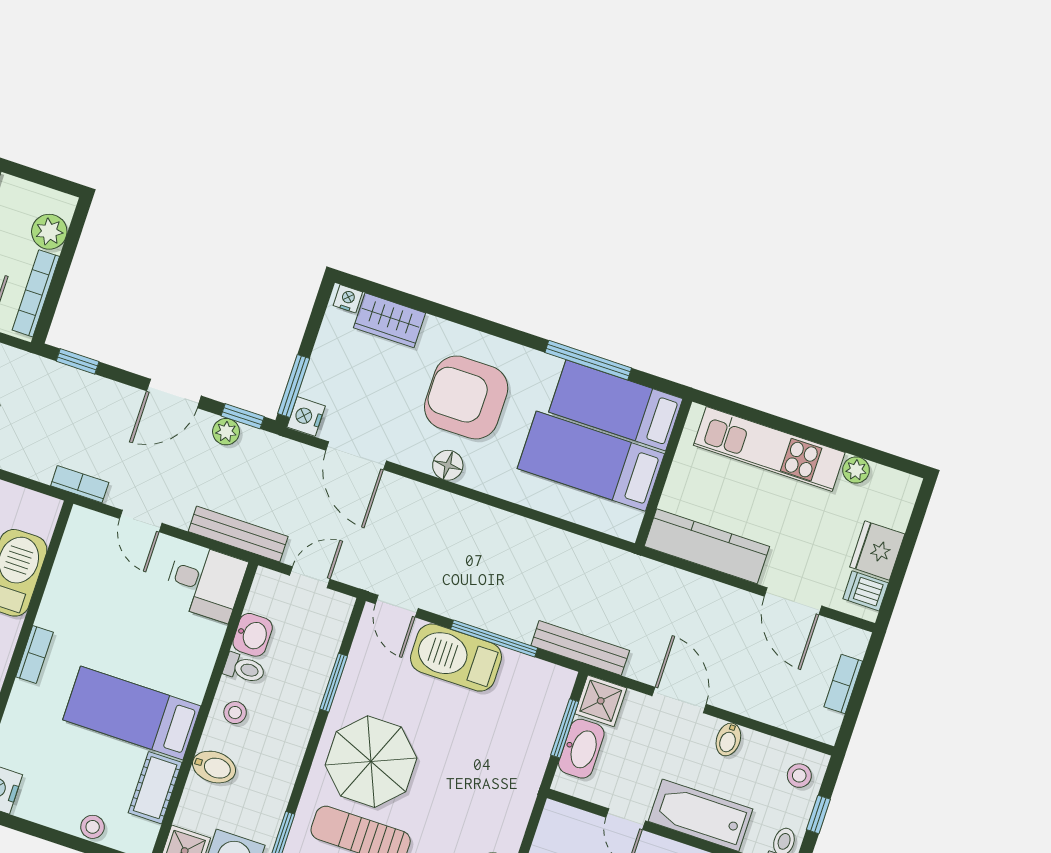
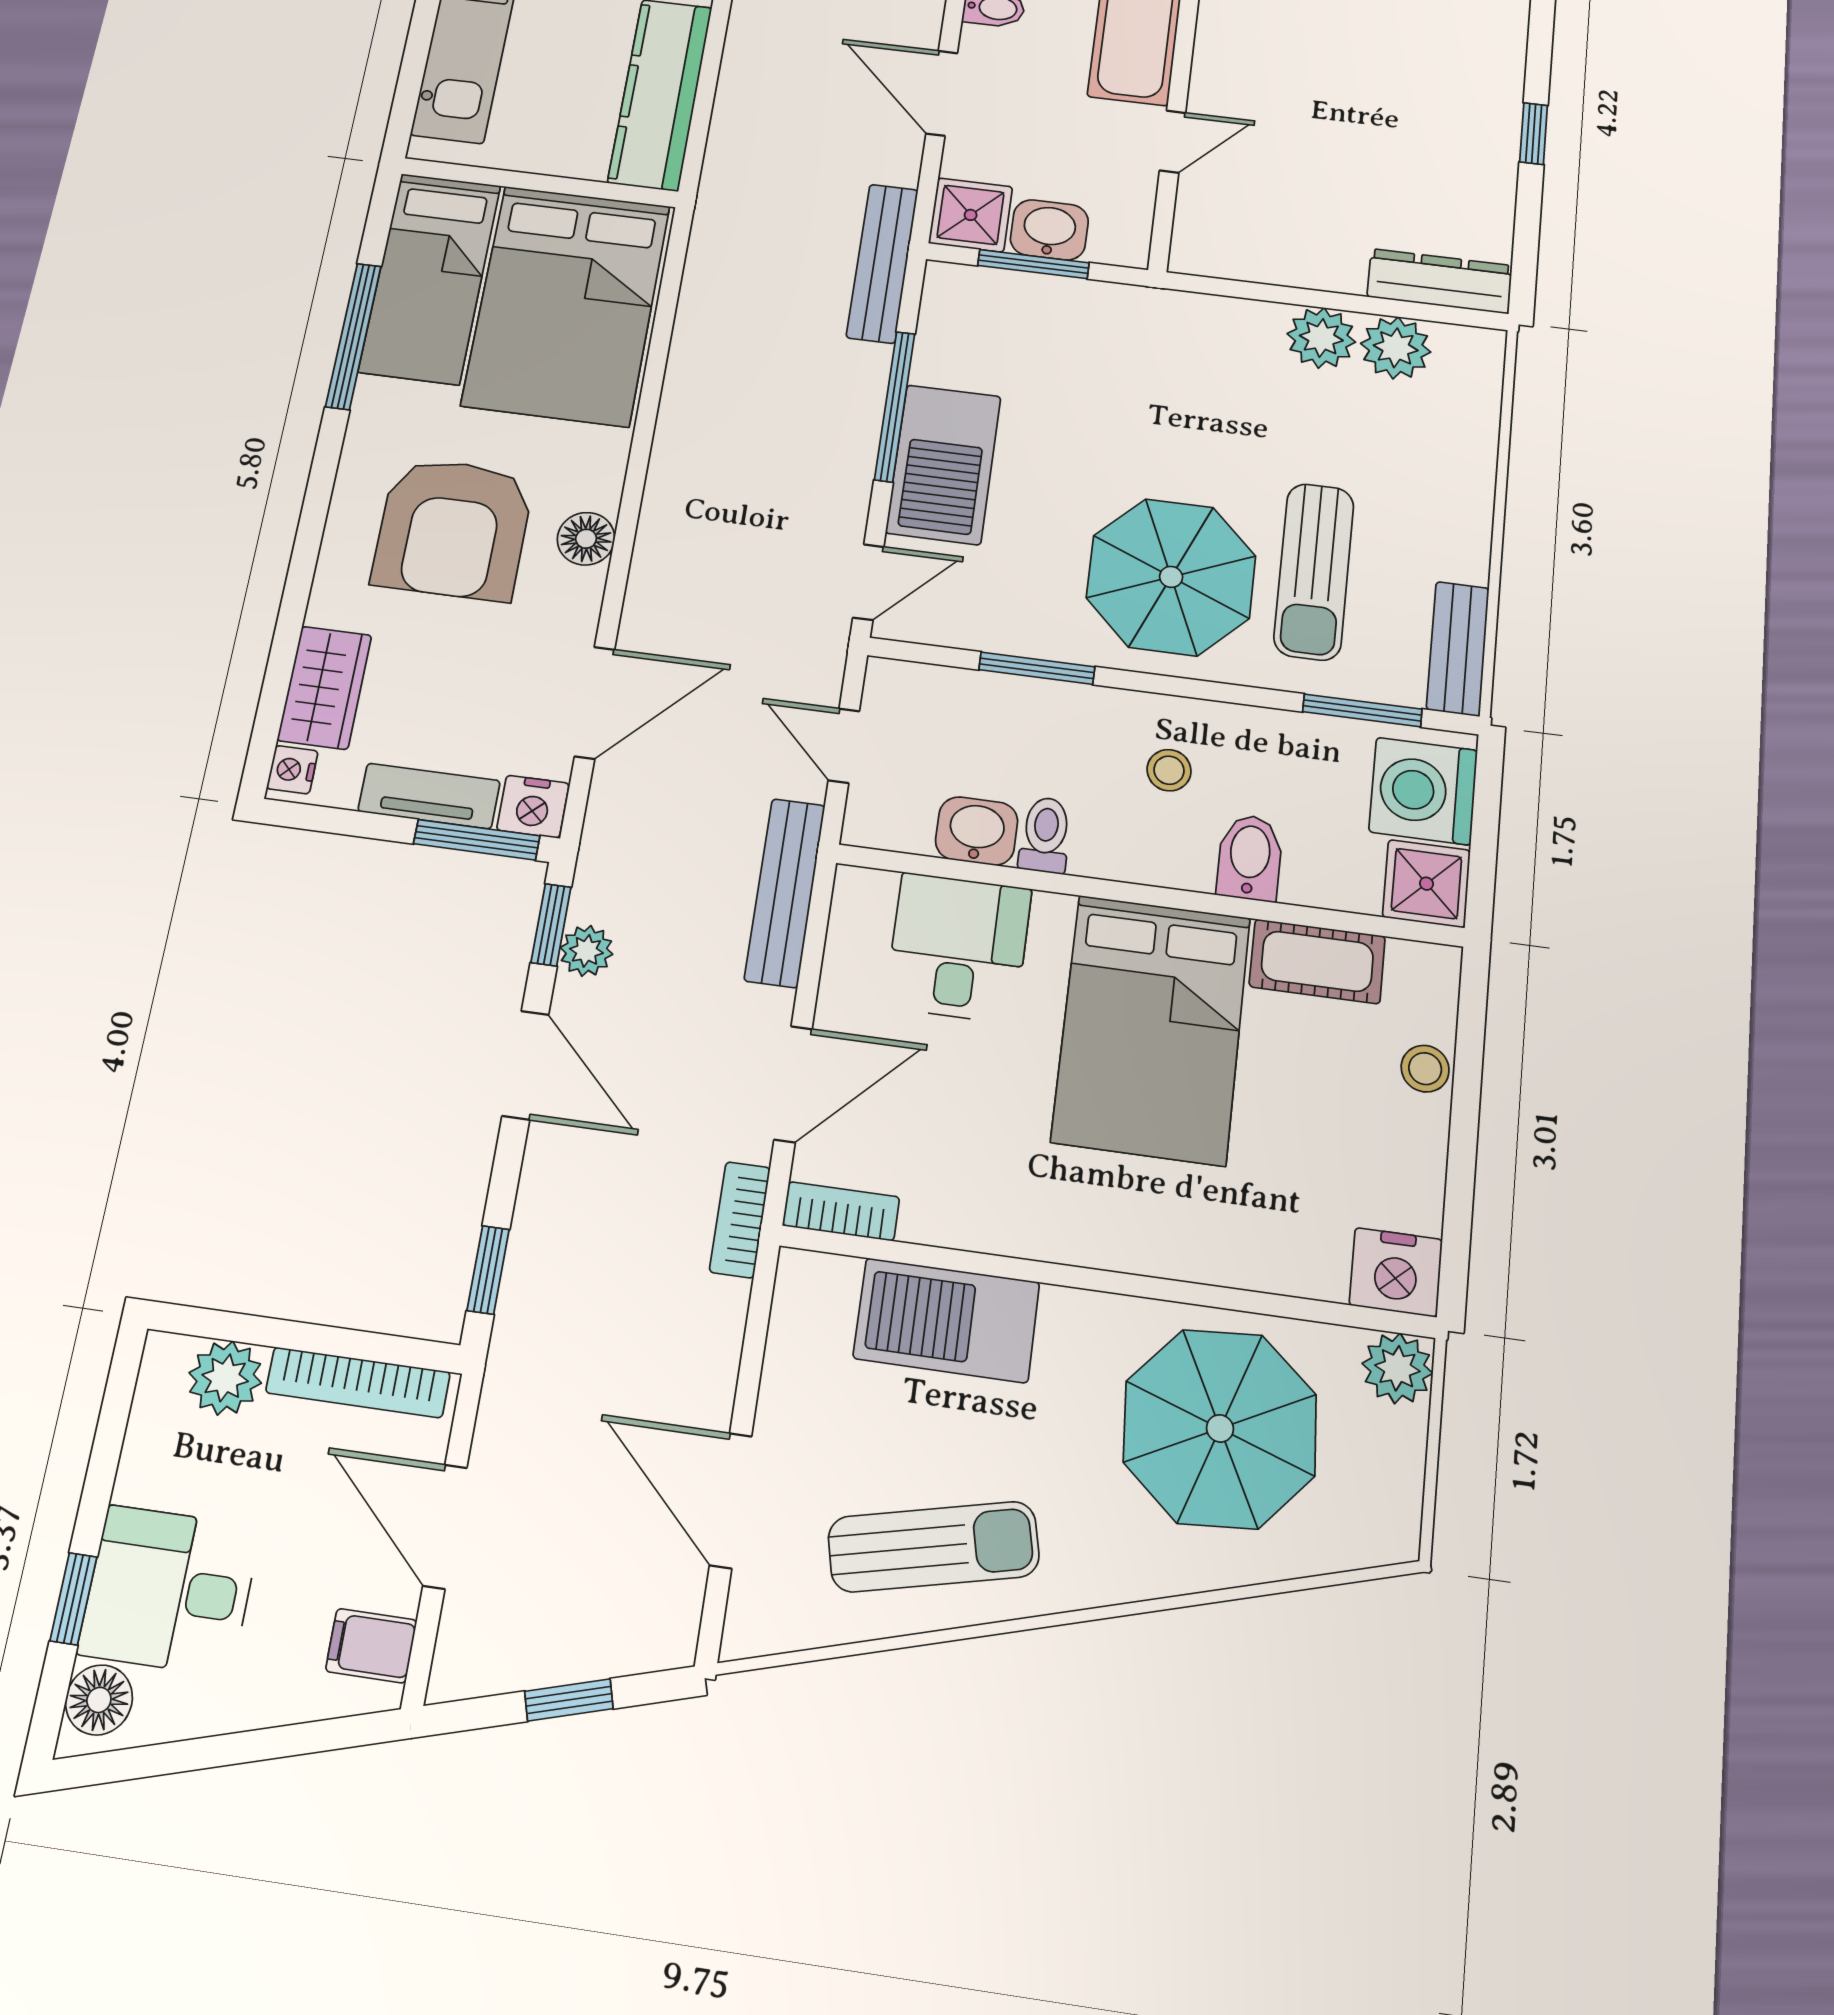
tv unit: (321, 365) -> (429, 796), added
bed: (591, 461) -> (566, 305), width x1.50
door: (141, 521) -> (793, 1084), width x1.38
desk: (205, 582) -> (958, 948), moved
bookcase: (34, 654) -> (841, 1211), moved
door: (679, 700) -> (942, 93), hinge flipped
bed: (132, 713) -> (1151, 1029), width x1.50
stool: (235, 713) -> (1169, 770), moved
washbasin: (581, 749) -> (1049, 230), width x0.72

